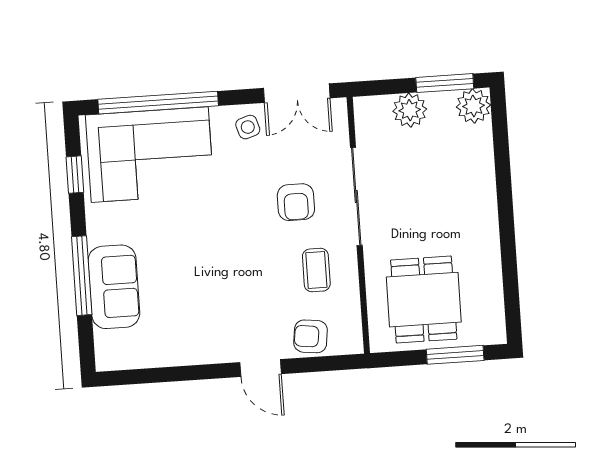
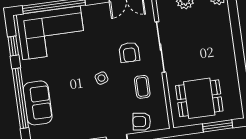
side table: (248, 127) -> (101, 78), moved
window: (82, 276) -> (20, 98), width x1.46
dining table: (424, 300) -> (199, 98), turned 90

